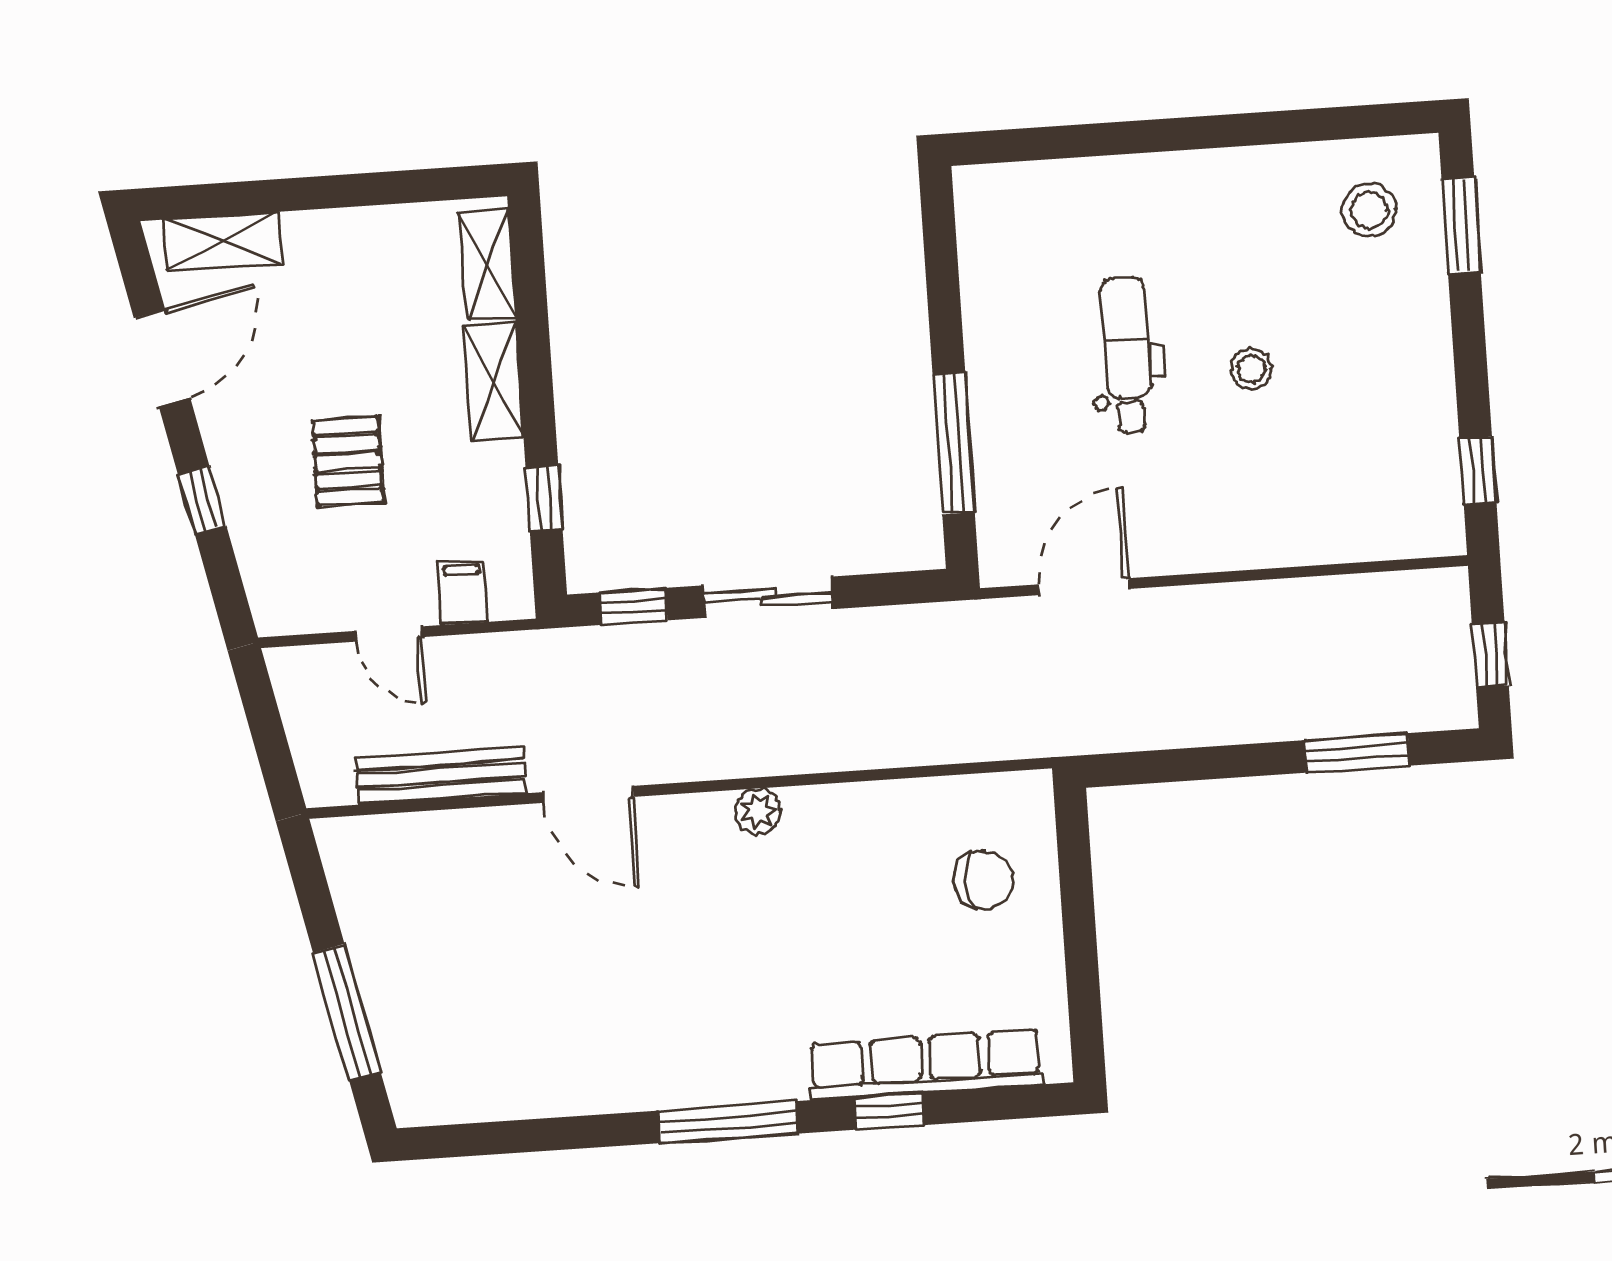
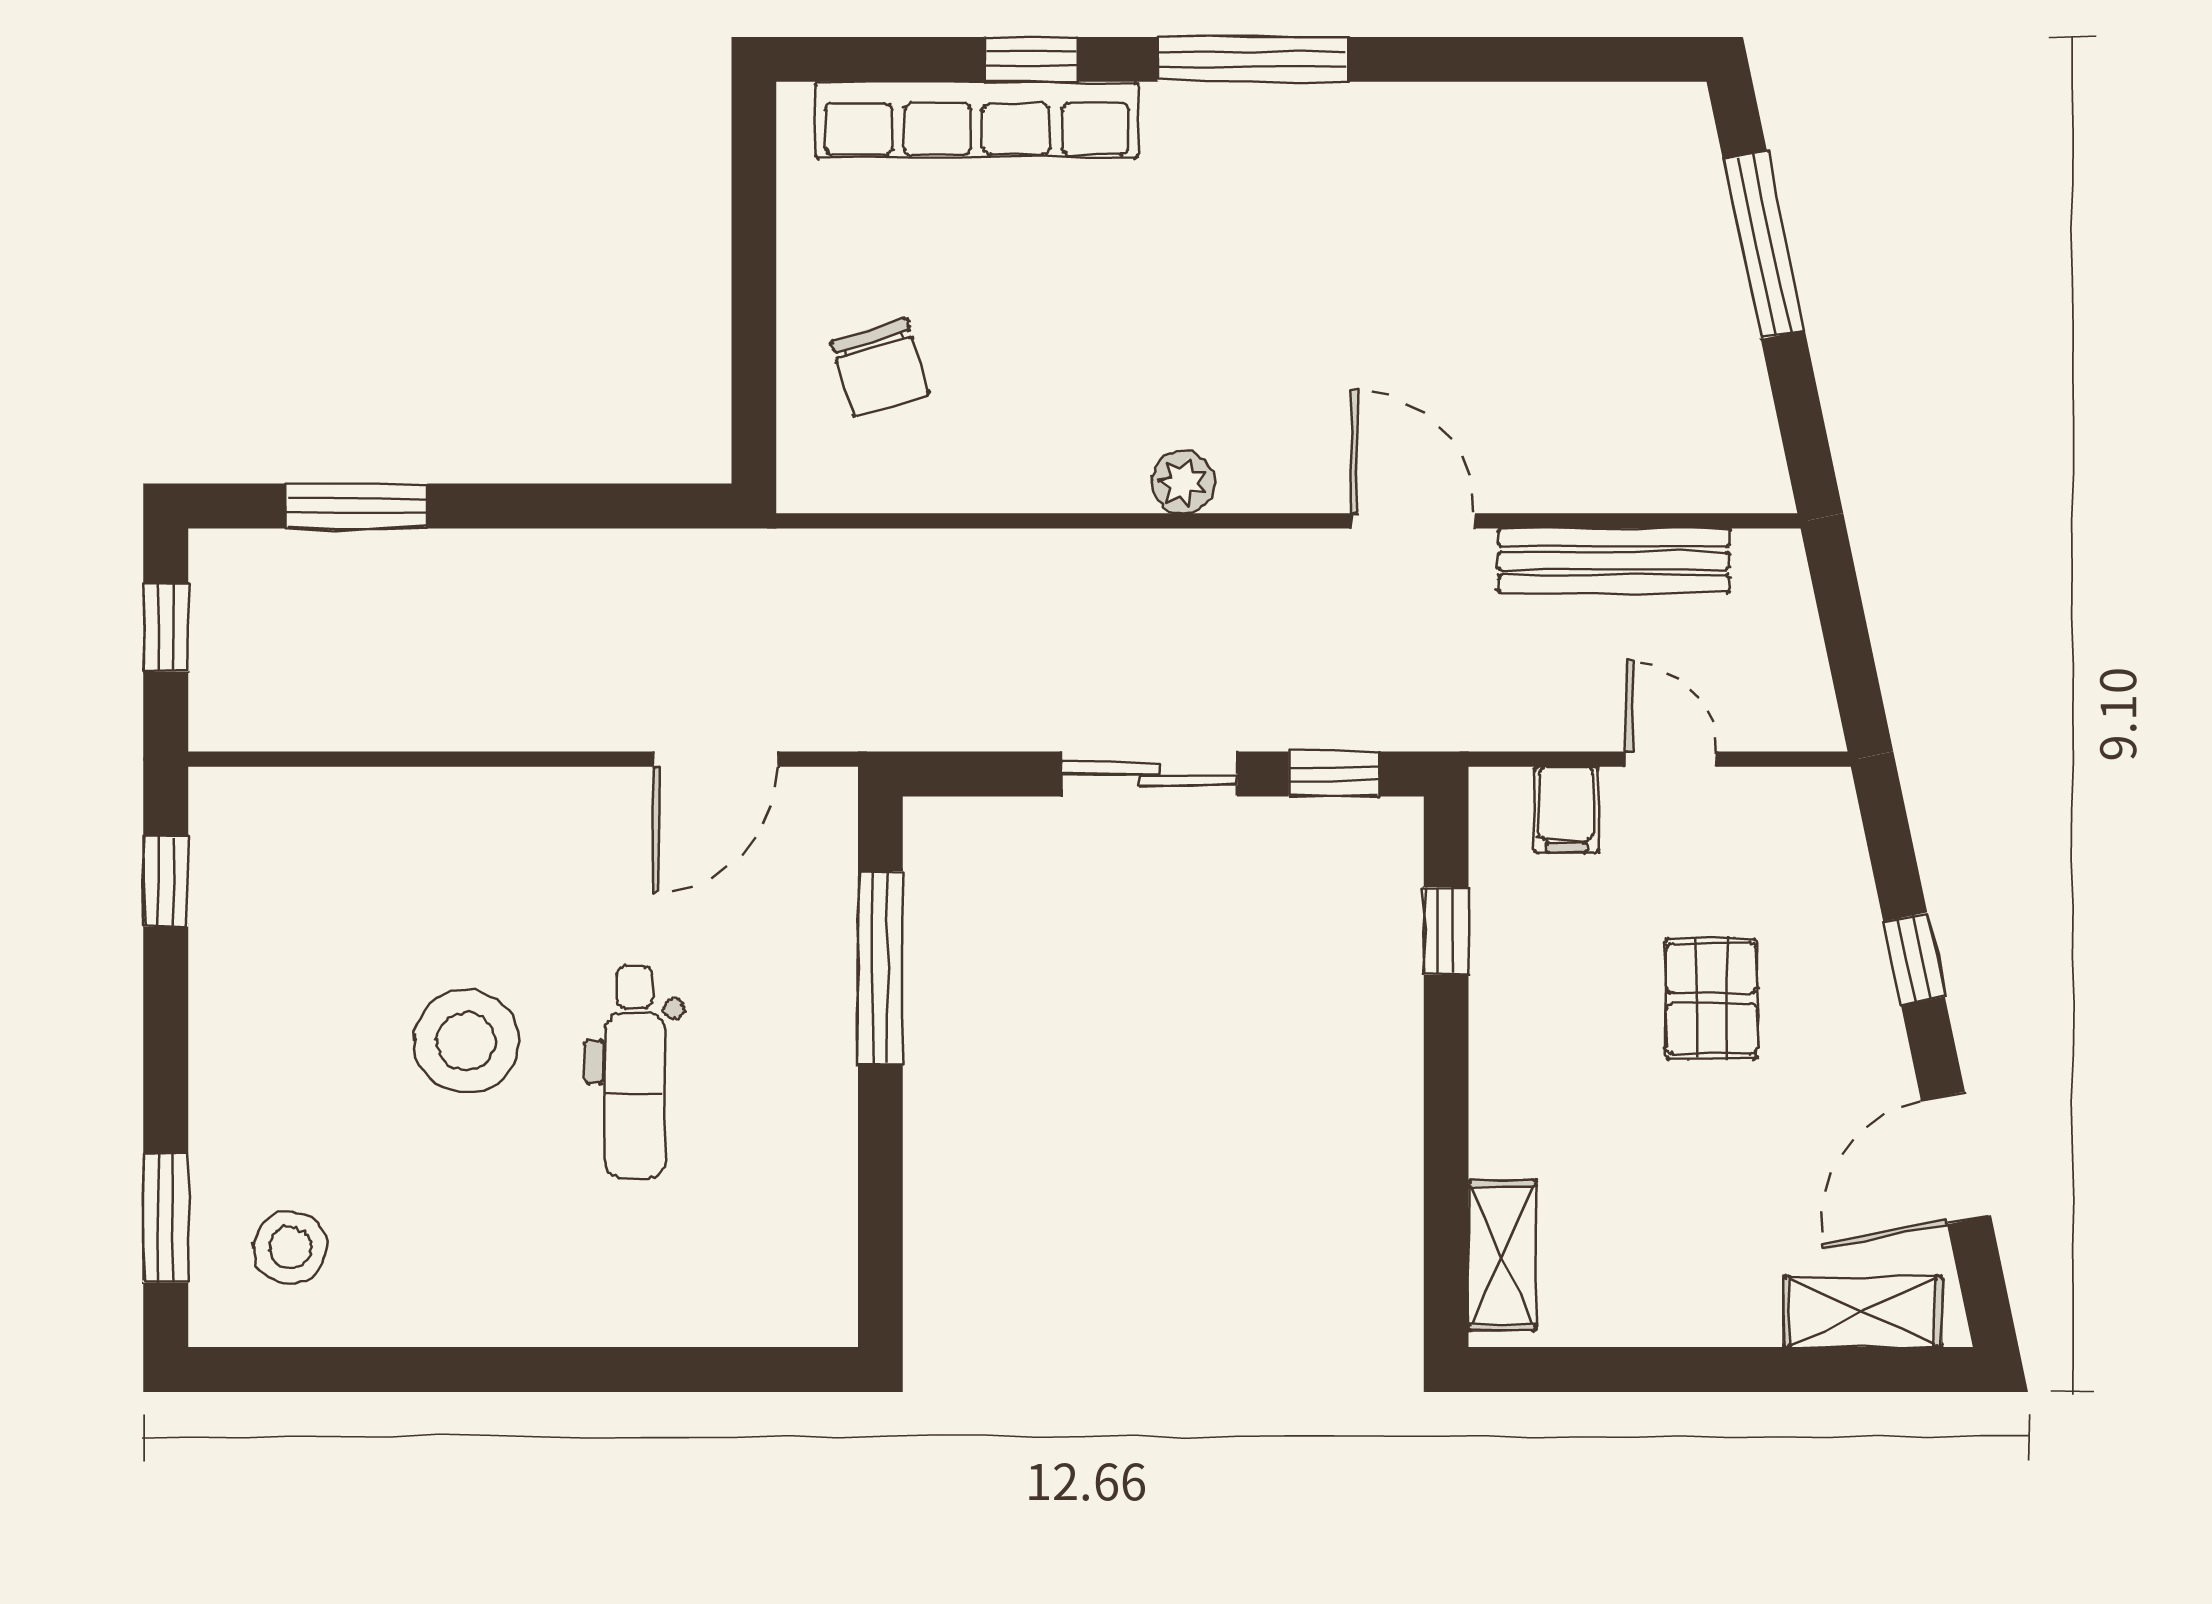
stool: (1251, 369) -> (466, 1041), width x1.89, depth x1.89
shelving: (494, 381) -> (1504, 1095), removed
chair: (984, 880) -> (880, 367), turned -107

